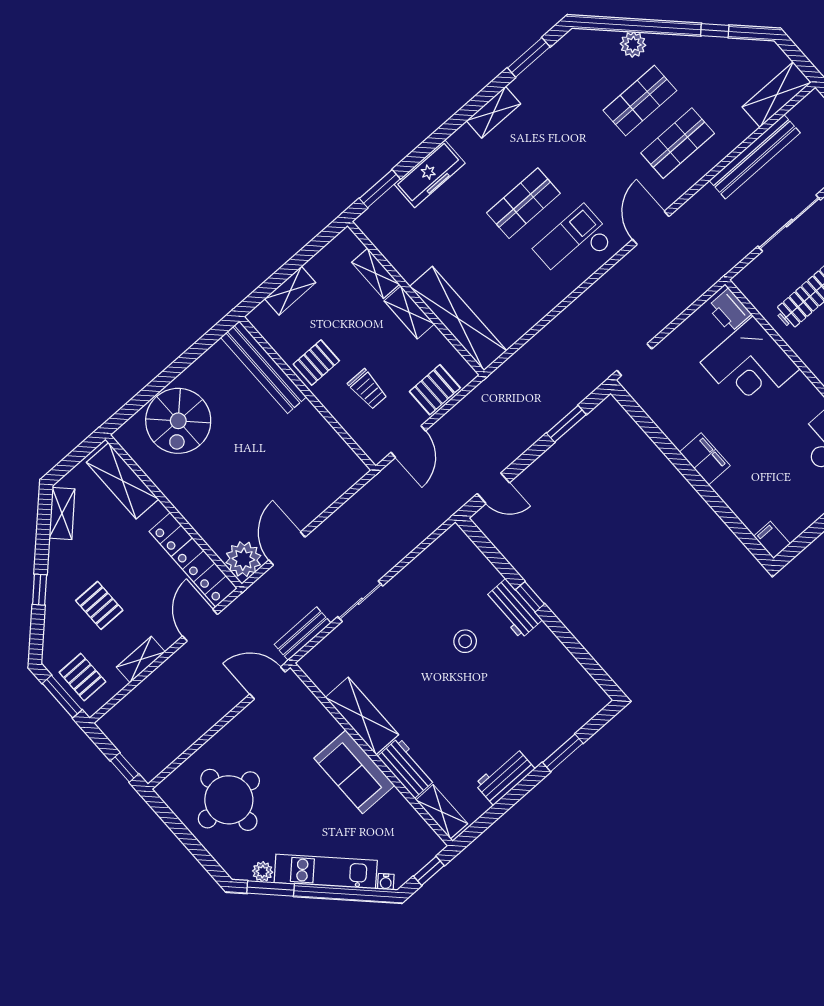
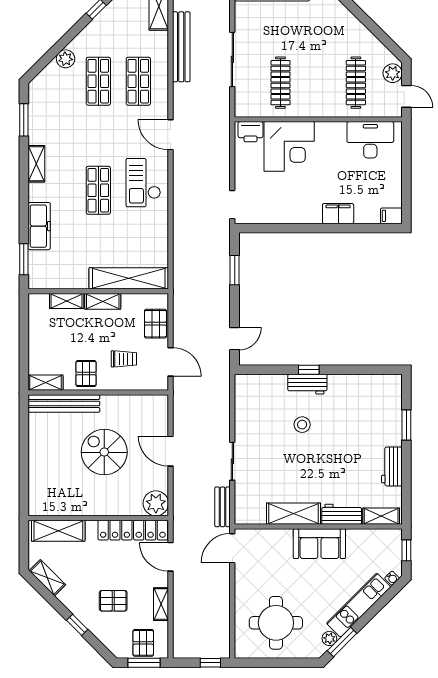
shelving: (290, 291) -> (46, 383), moved, turned 90
spiral stairs: (178, 421) -> (104, 452), moved, turned 180
filing cabinet: (705, 459) -> (338, 214), moved
door: (287, 549) -> (170, 451), moved
pallet: (83, 677) -> (143, 643), turned 90

